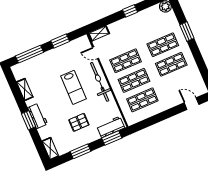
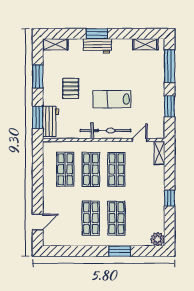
shelving: (25, 89) -> (145, 44), moved

